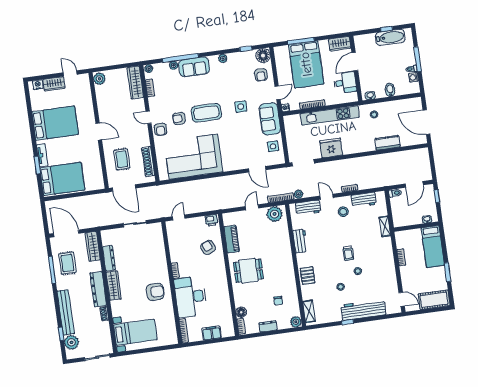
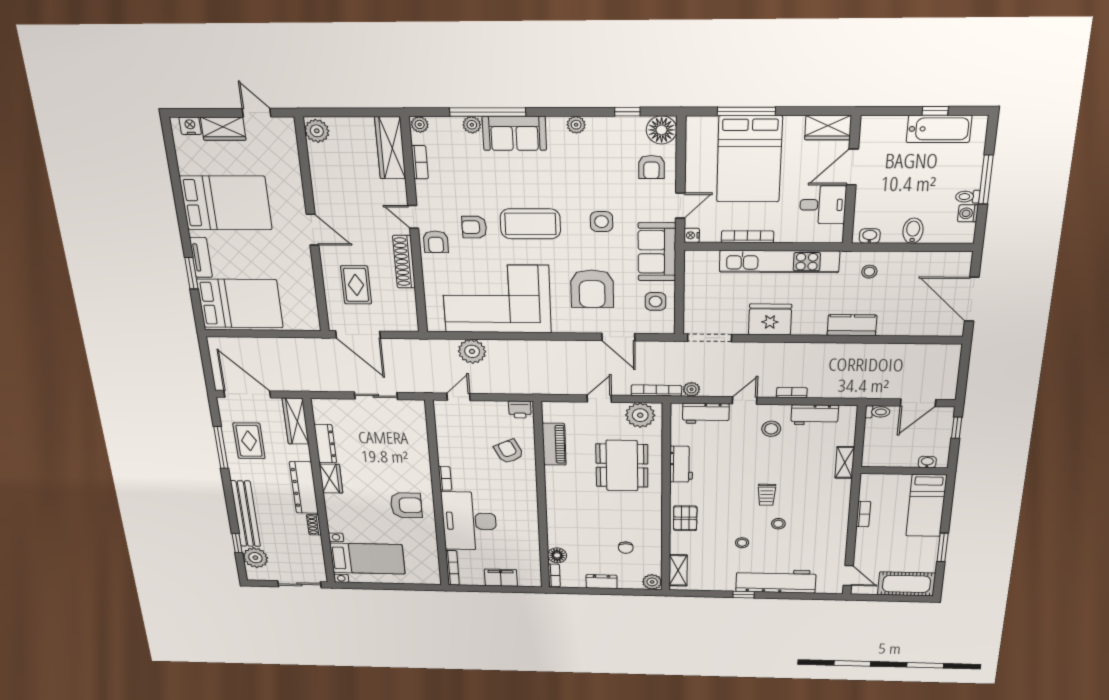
kitchen counter: (387, 143) -> (852, 325), moved
armchair: (241, 144) -> (592, 289), added
shoe rack: (148, 162) -> (404, 262), moved
plant: (184, 189) -> (472, 351), added
door: (327, 197) -> (745, 401), hinge flipped
dining table: (248, 271) -> (622, 466), moved, width x1.38
wardrobe: (114, 285) -> (331, 479), width x0.67

